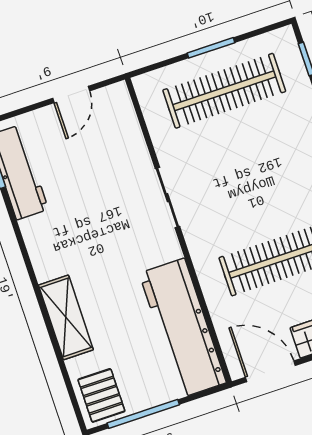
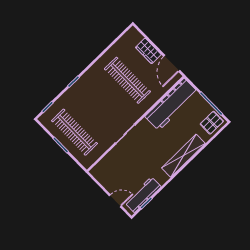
door: (71, 95) -> (115, 201), moved
shelving: (66, 317) -> (183, 156), width x1.47

